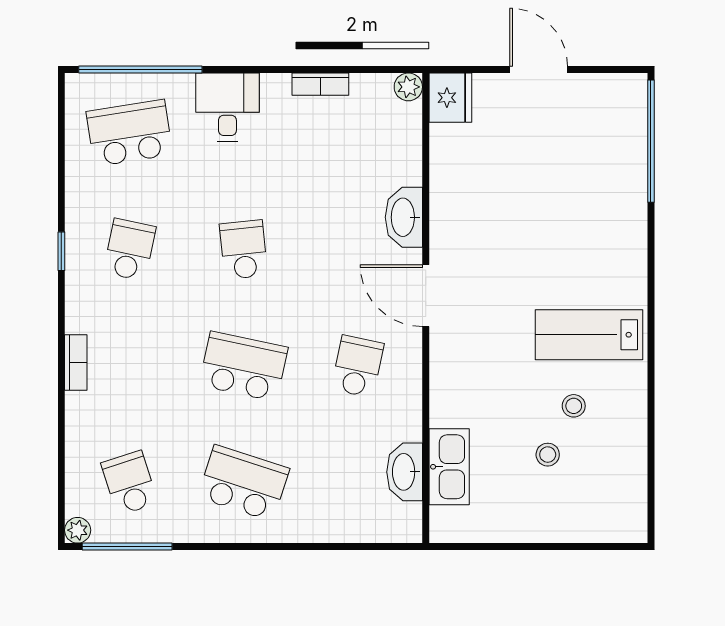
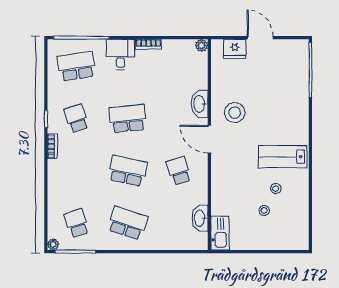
bookcase: (320, 84) -> (148, 44), moved
fridge: (450, 98) -> (235, 49), moved, turned 90
stool: (482, 237) -> (235, 113), added
school desk: (130, 250) -> (76, 118), turned -30
school desk: (244, 250) -> (128, 118), width x1.85
bookcase: (76, 362) -> (52, 146), moved
school desk: (358, 366) -> (179, 171), turned -30
kitchen sink: (449, 467) -> (220, 233), moved

